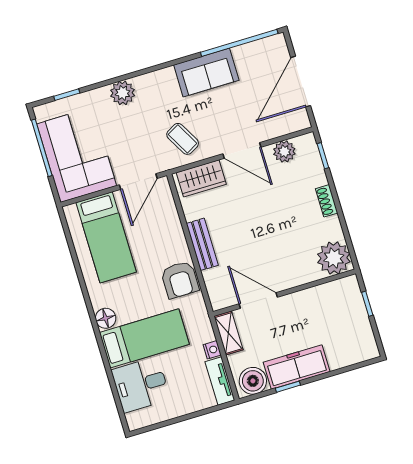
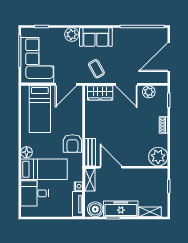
sofa: (206, 73) -> (96, 37), moved
bench: (202, 244) -> (90, 152), moved
shelving: (348, 357) -> (150, 212), added

